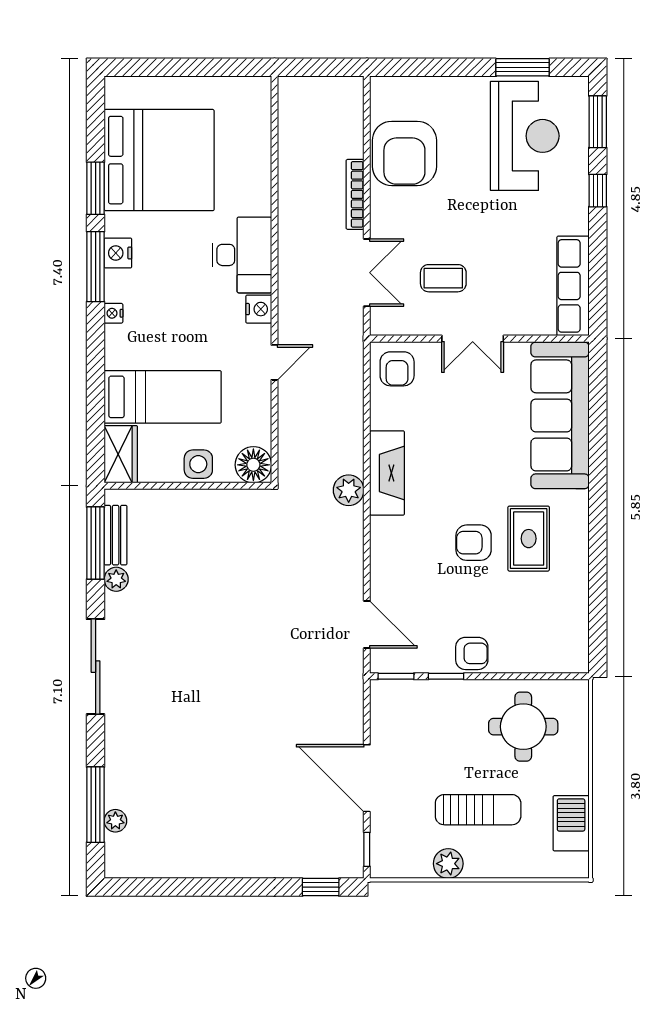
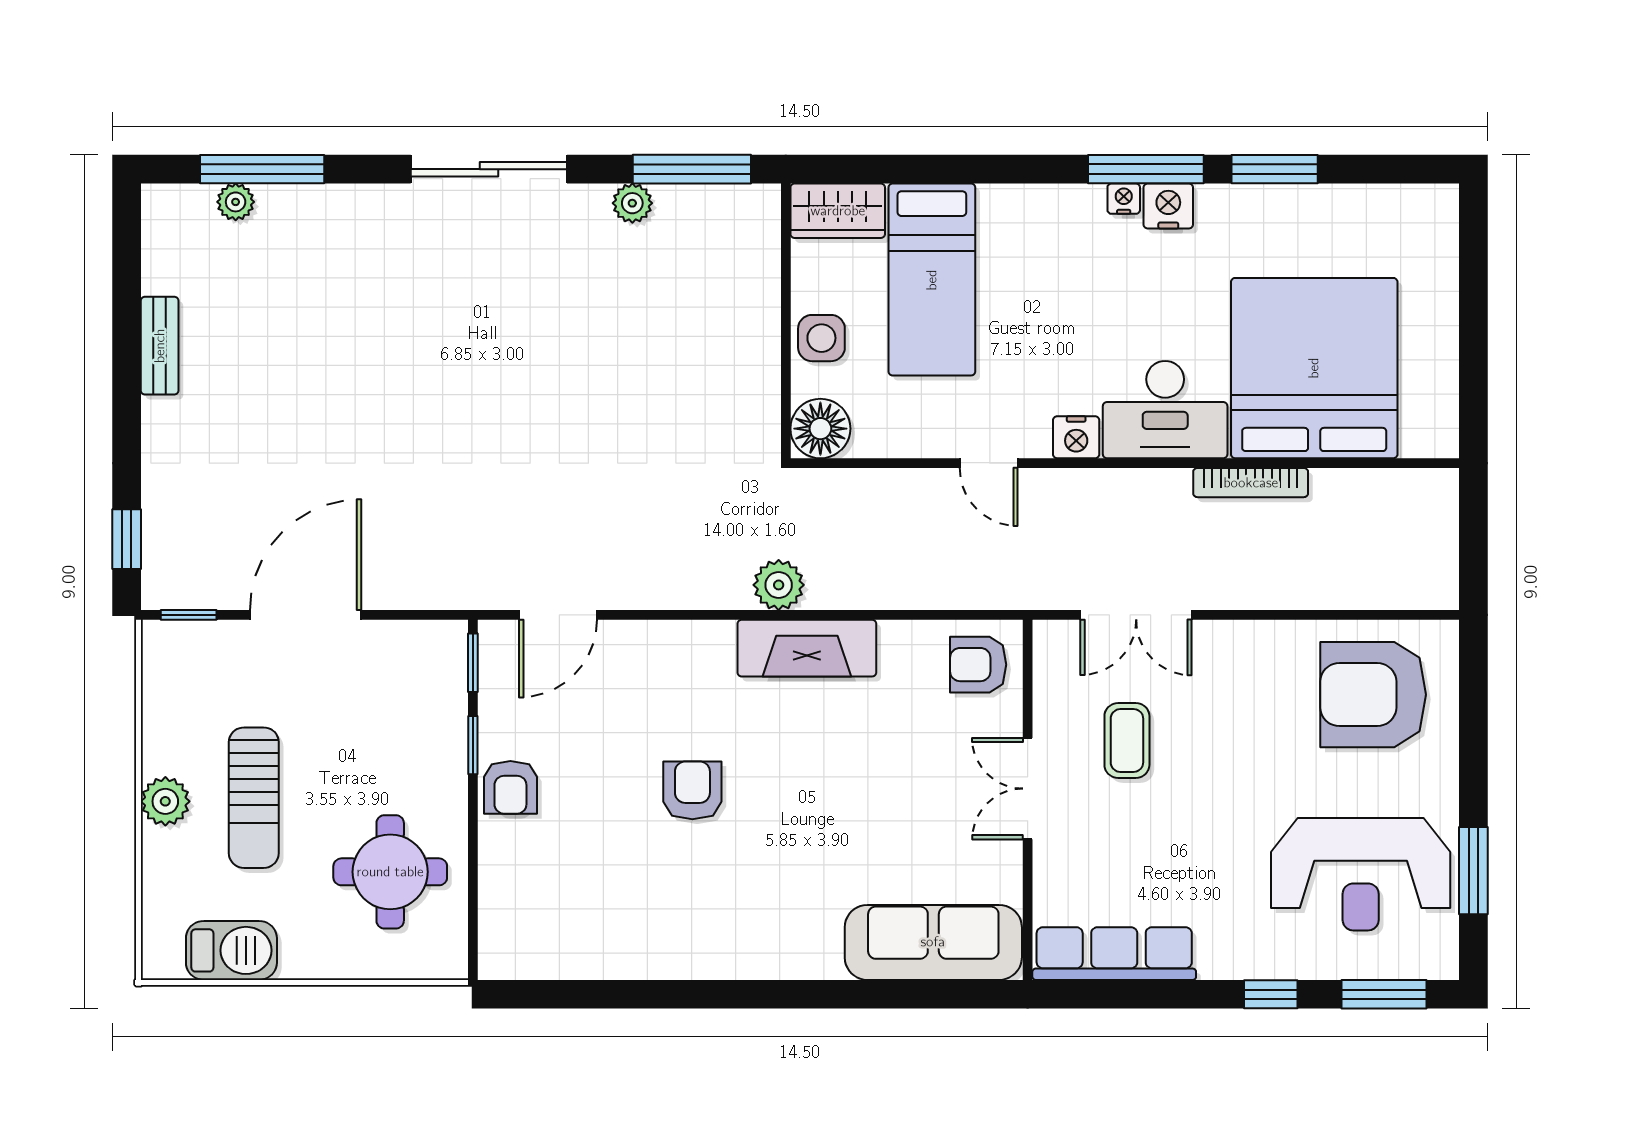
armchair: (404, 153) -> (1373, 695), moved
bed: (159, 160) -> (1314, 368), moved, turned 180
bookcase: (355, 194) -> (1251, 483), moved, turned 180
nightstand: (113, 313) -> (1124, 199), moved
sofa: (560, 415) -> (933, 942), width x0.74, depth x0.79
bench: (116, 535) -> (160, 346), moved, turned 90
rug: (529, 539) -> (699, 881), removed
plant: (448, 864) -> (165, 801), moved

